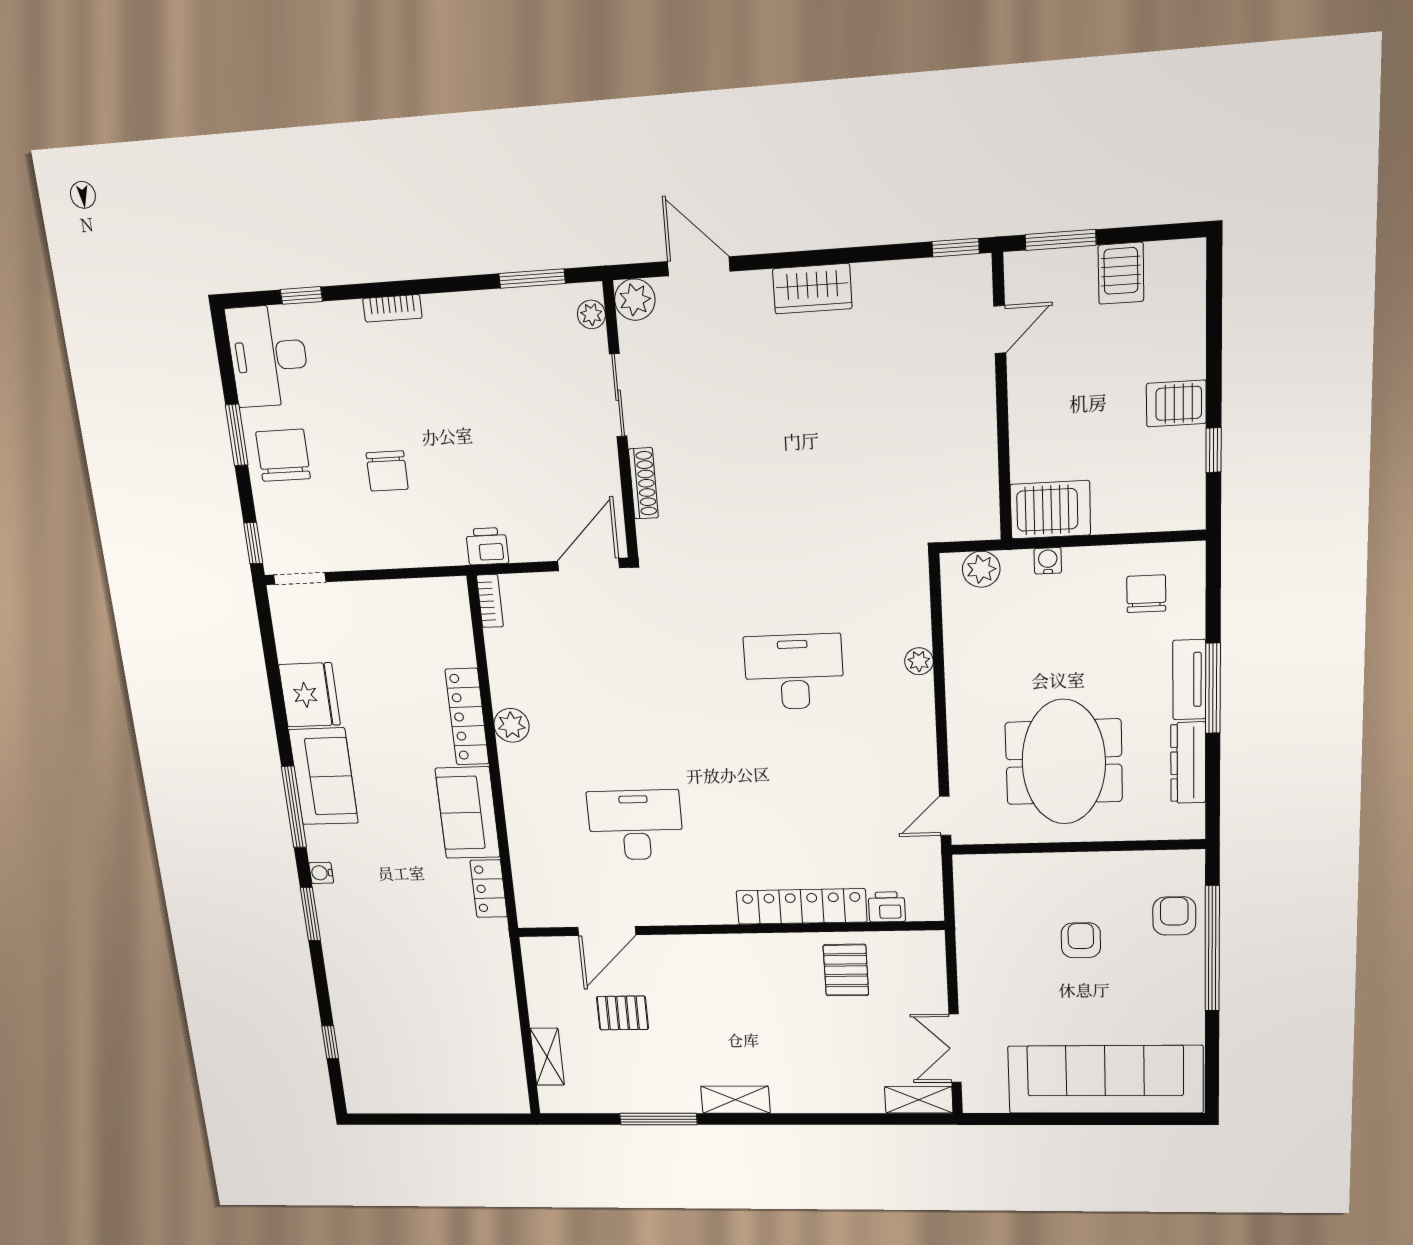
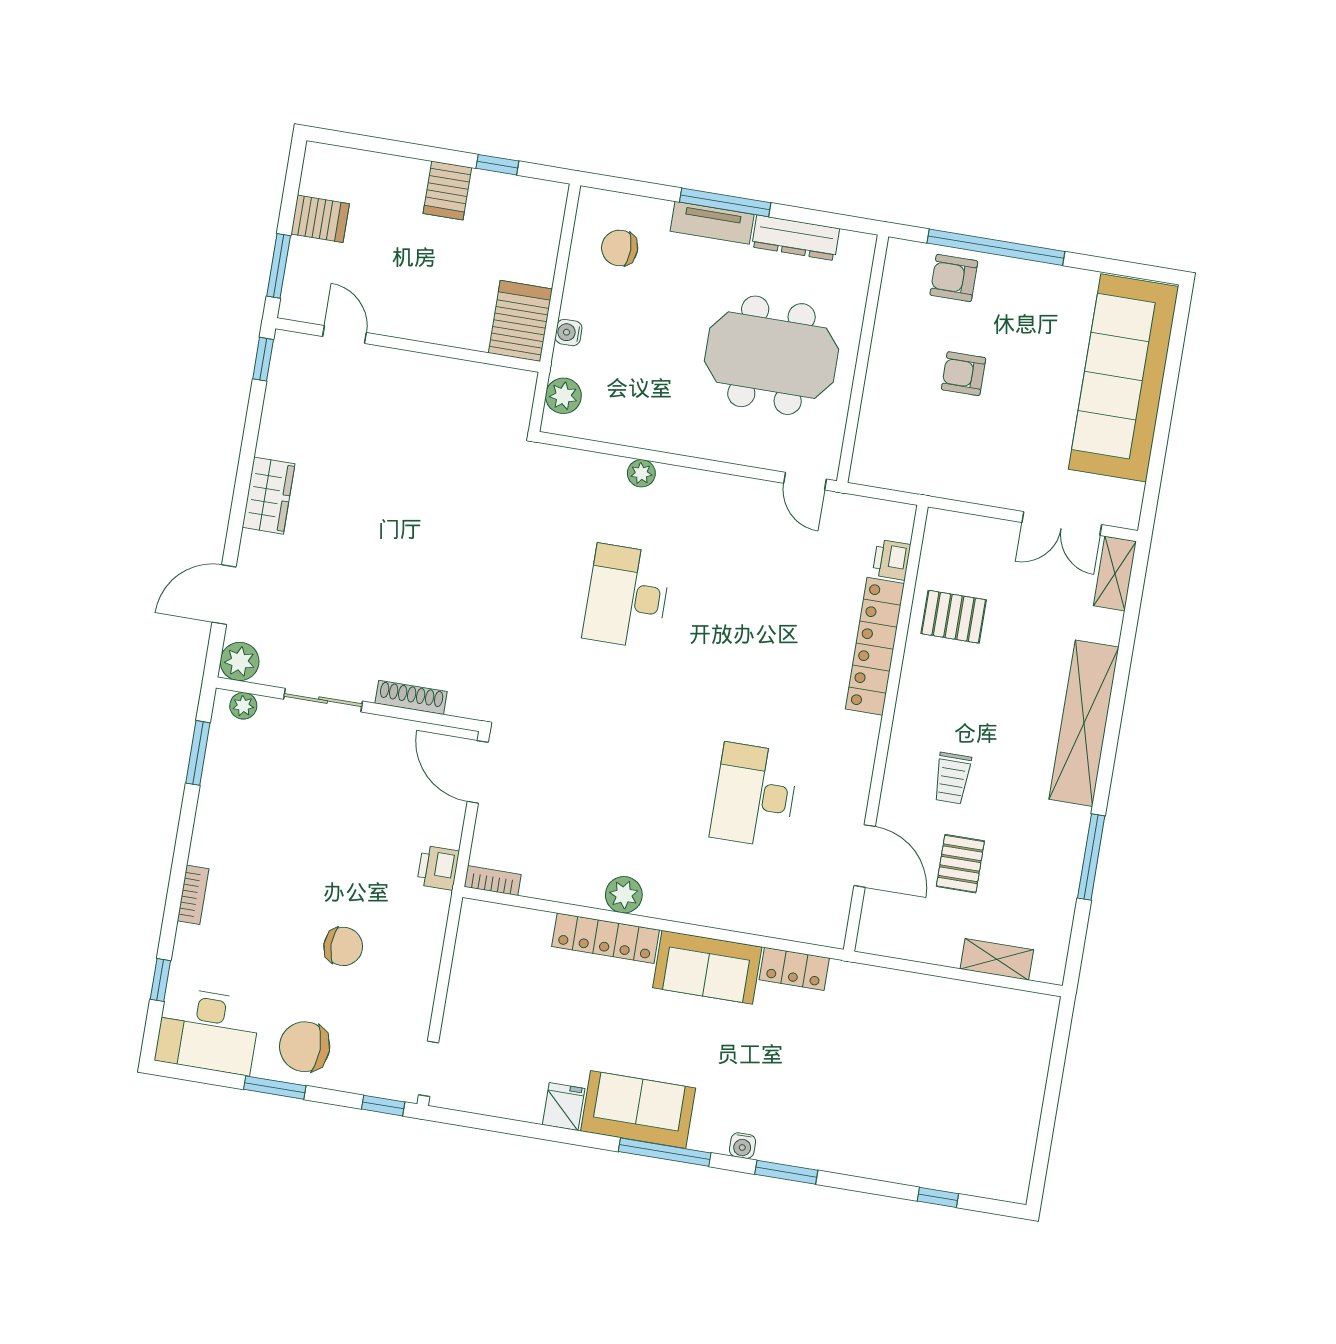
fridge: (310, 695) -> (564, 1107), width x0.53, depth x0.75
trolley: (697, 993) -> (952, 778), added
shelving: (735, 1100) -> (1084, 723), width x2.20, depth x1.33

